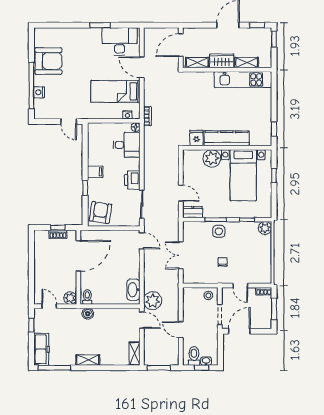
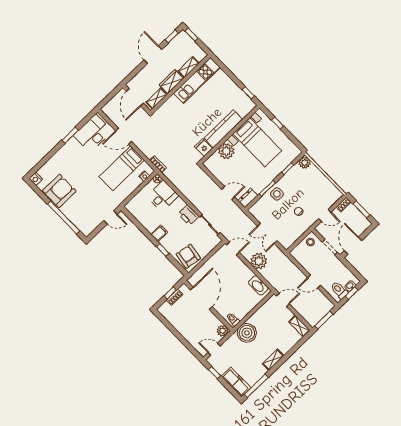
nightstand: (39, 92) -> (36, 179), moved
plant: (153, 301) -> (259, 261), moved
boiler: (88, 314) -> (247, 333), width x1.86, depth x1.86

